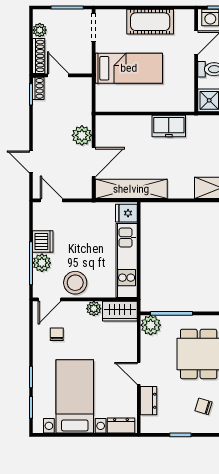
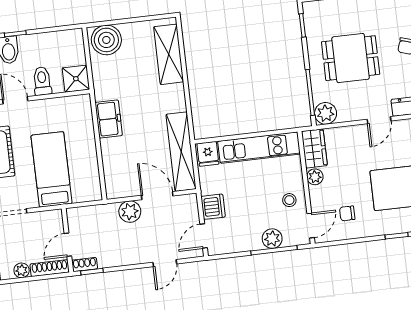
dishwasher: (43, 241) -> (213, 207), moved, turned 90
stool: (75, 283) -> (289, 200), width x0.53, depth x0.53
door: (50, 299) -> (311, 226), hinge flipped

